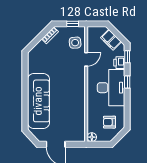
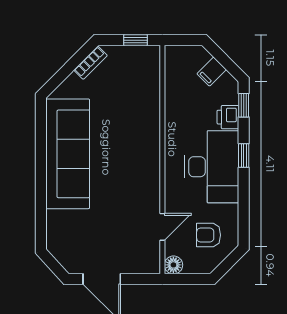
filing cabinet: (111, 40) -> (212, 72), width x0.50
side table: (75, 43) -> (140, 77), removed
door: (86, 59) -> (162, 227), moved
sofa: (38, 101) -> (68, 154), moved

